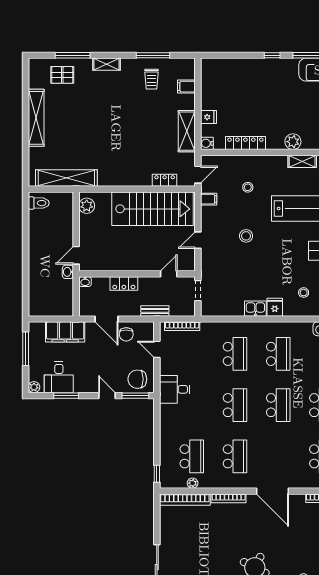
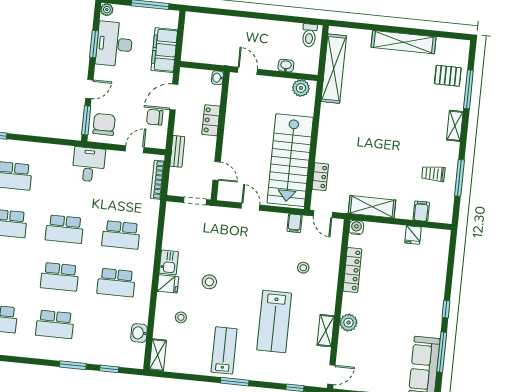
pallet: (62, 75) -> (448, 76), turned 90
fridge: (208, 117) -> (413, 235), moved
stool: (246, 236) -> (209, 282), moved
washbasin: (68, 272) -> (286, 66), moved
desk: (59, 377) -> (114, 44), width x1.37

